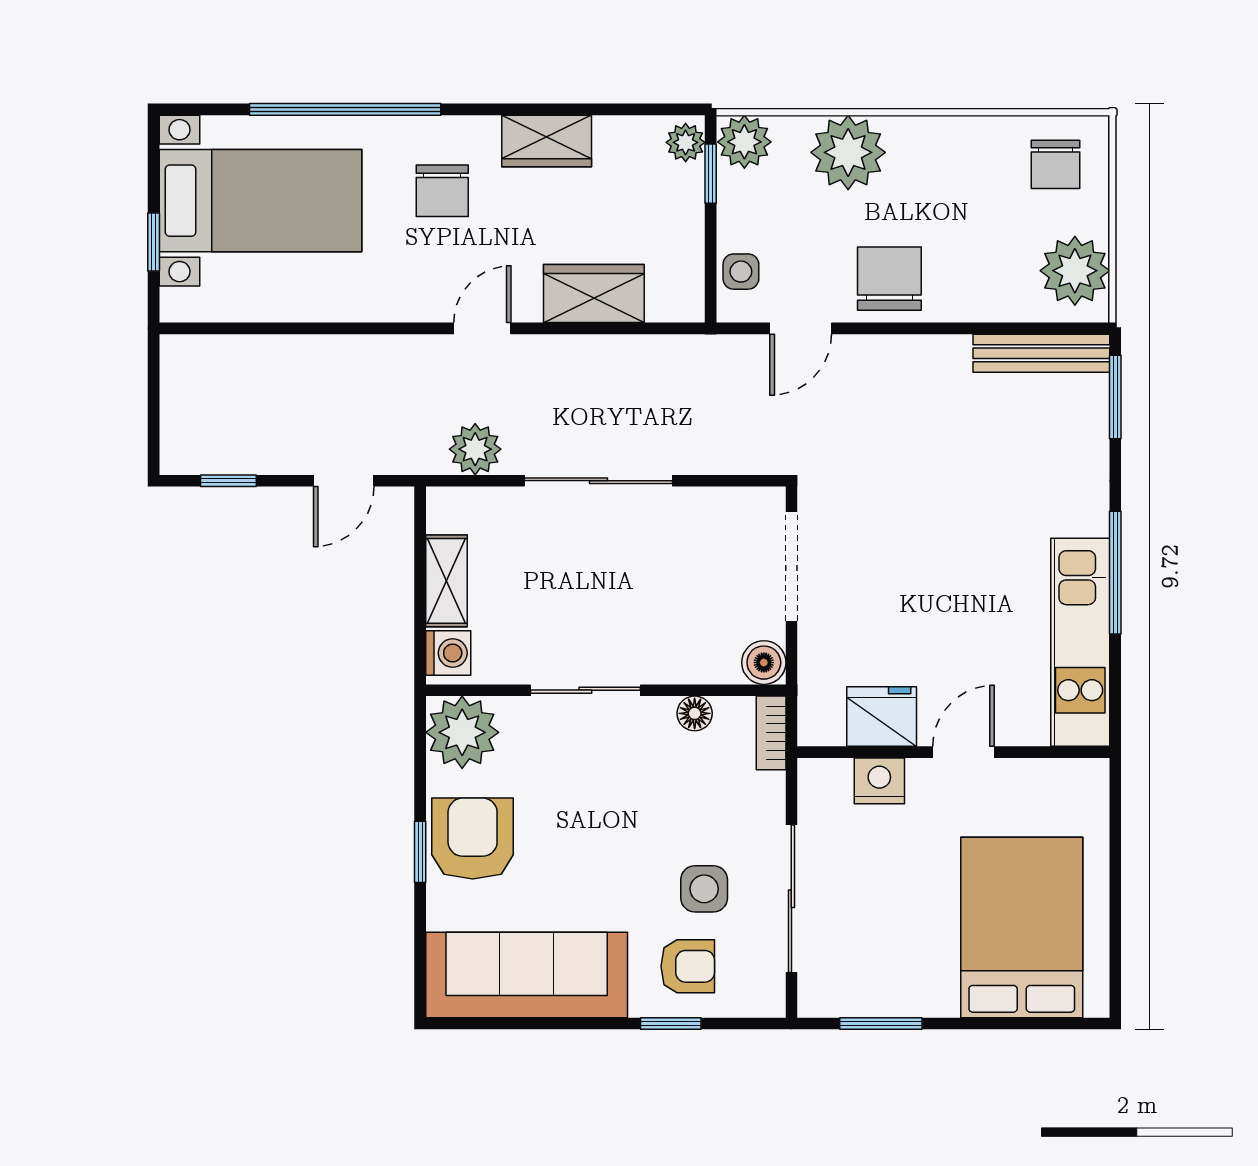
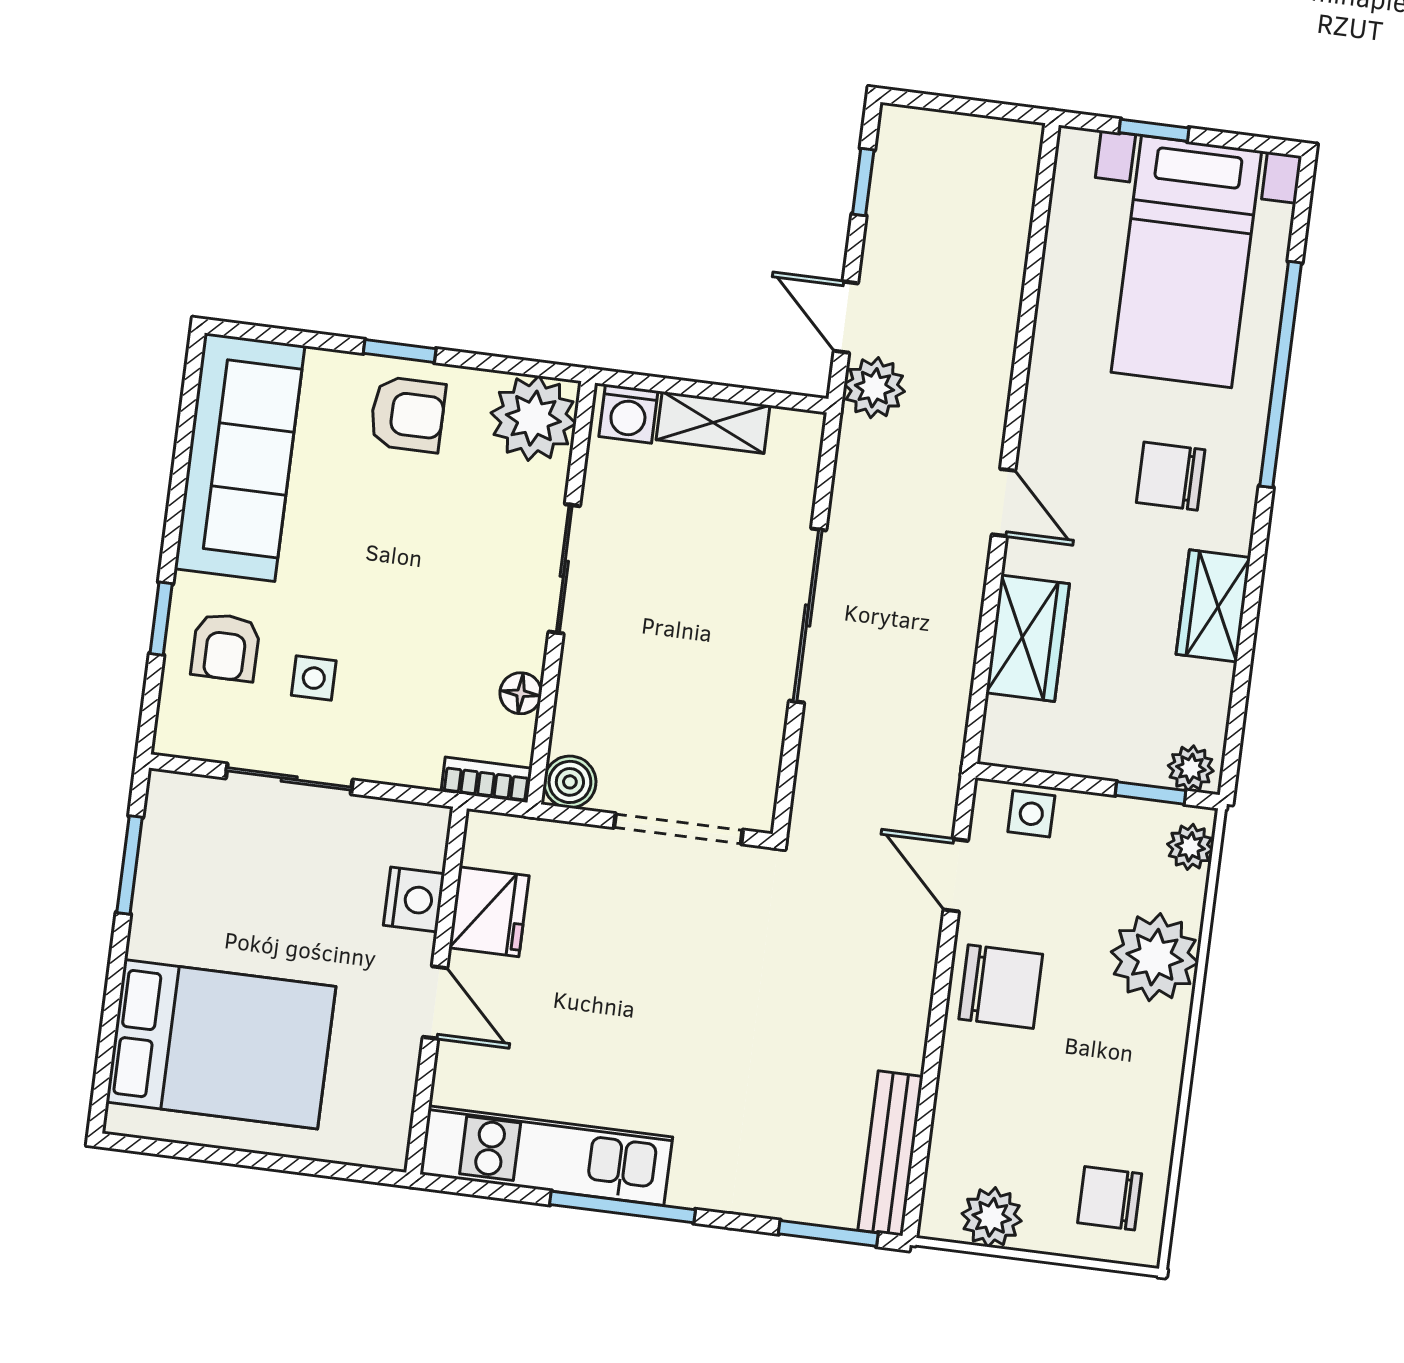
plant: (744, 142) -> (1190, 847), width x0.73, depth x0.73
plant: (1075, 271) -> (992, 1217), width x0.73, depth x0.73
plant: (475, 449) -> (874, 388), moved
armchair: (473, 839) -> (407, 414), width x0.72, depth x0.72
side table: (704, 889) -> (314, 678), width x0.73, depth x0.73
sliding door: (791, 899) -> (289, 779), width x0.73

